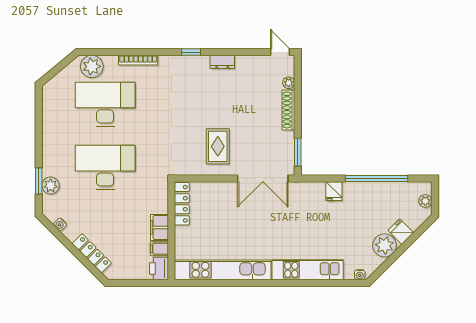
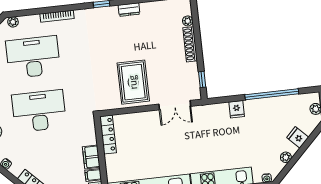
plant: (92, 66) -> (13, 22), width x0.53, depth x0.53
rug: (218, 146) -> (133, 82), width x1.36, depth x1.43
window: (298, 152) -> (202, 79), width x0.67
double door: (263, 178) -> (175, 105), width x0.73
plant: (385, 245) -> (286, 157), width x0.53, depth x0.53

